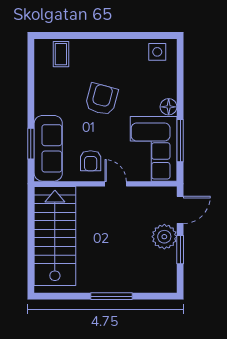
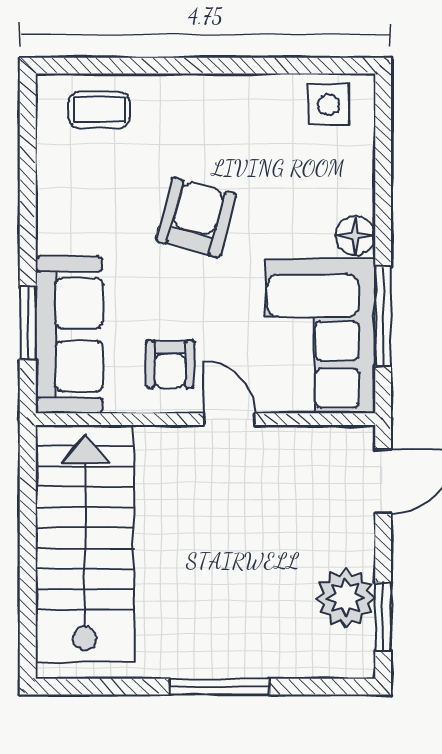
coffee table: (61, 54) -> (99, 110), turned 90
plant: (164, 237) -> (346, 598), moved
window: (180, 250) -> (383, 616), moved

